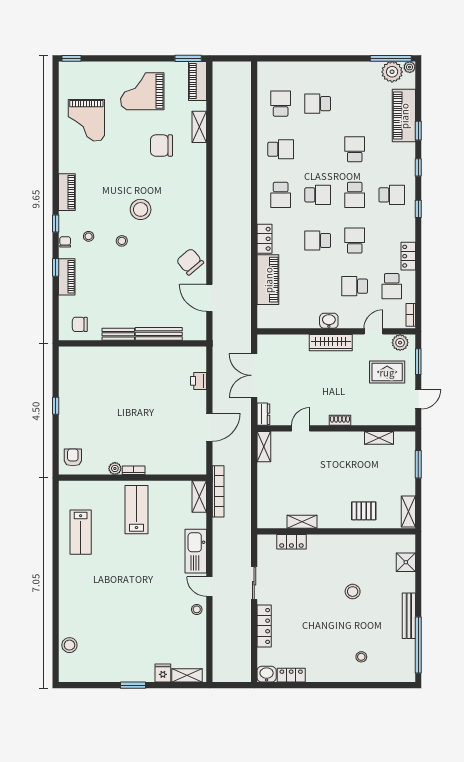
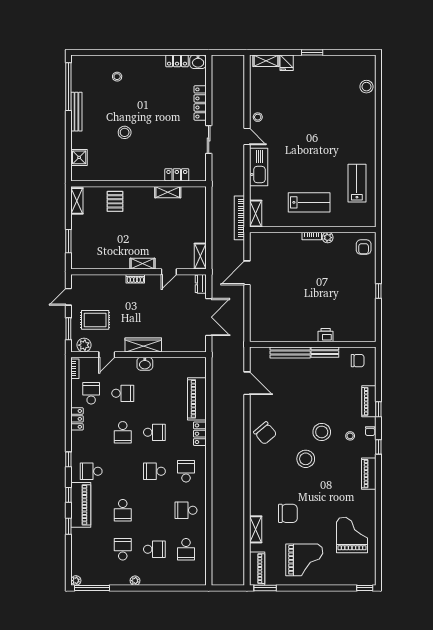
plant: (392, 72) -> (135, 581), moved, width x0.53, depth x0.53
piano: (404, 116) -> (81, 505), moved
school desk: (355, 195) -> (123, 549), moved
stool: (122, 241) -> (322, 432), width x1.89, depth x1.89
chair: (190, 262) -> (265, 433), moved
printer: (198, 381) -> (326, 335), moved, turned -90
shelving: (379, 438) -> (143, 264), moved
lab bench: (136, 510) -> (309, 202), turned -90
pallet: (364, 511) -> (115, 201), turned 90

